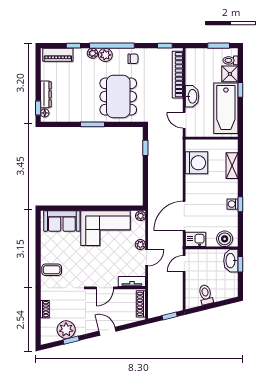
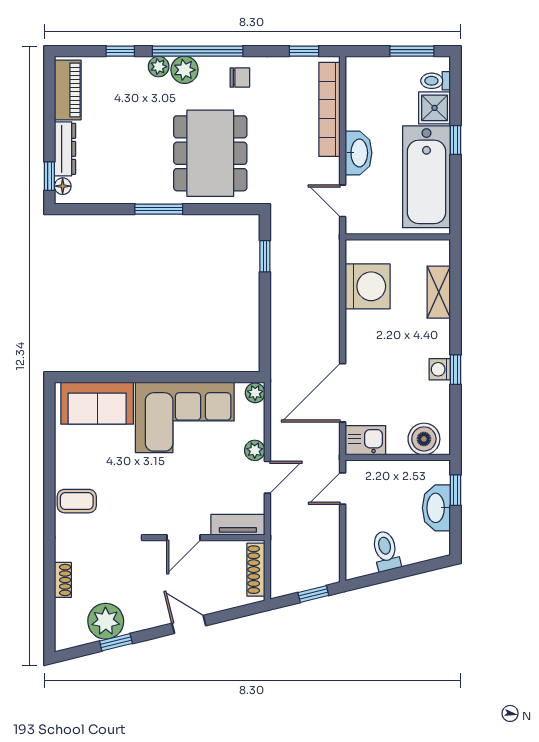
piano: (58, 55) -> (68, 90), moved, turned -90
washbasin: (231, 261) -> (436, 508), moved

